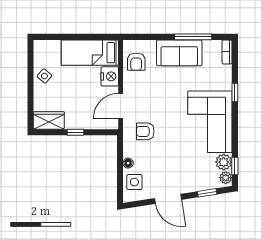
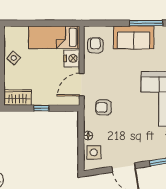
armchair: (136, 62) -> (95, 45), turned 180

